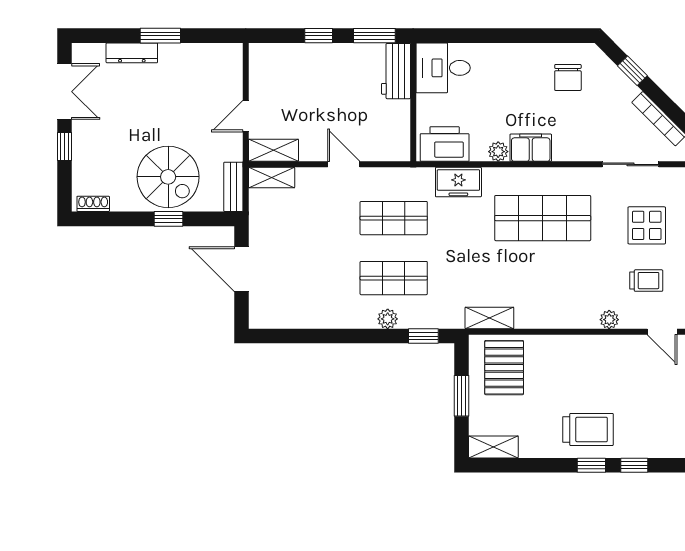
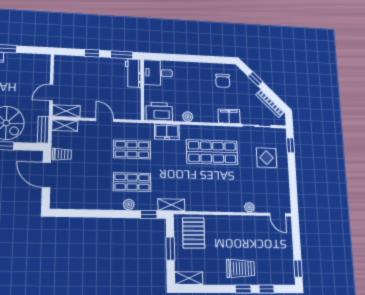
filing cabinet: (531, 148) -> (229, 116), moved
trolley: (646, 281) -> (62, 154), moved
shelving: (489, 318) -> (171, 205), moved

